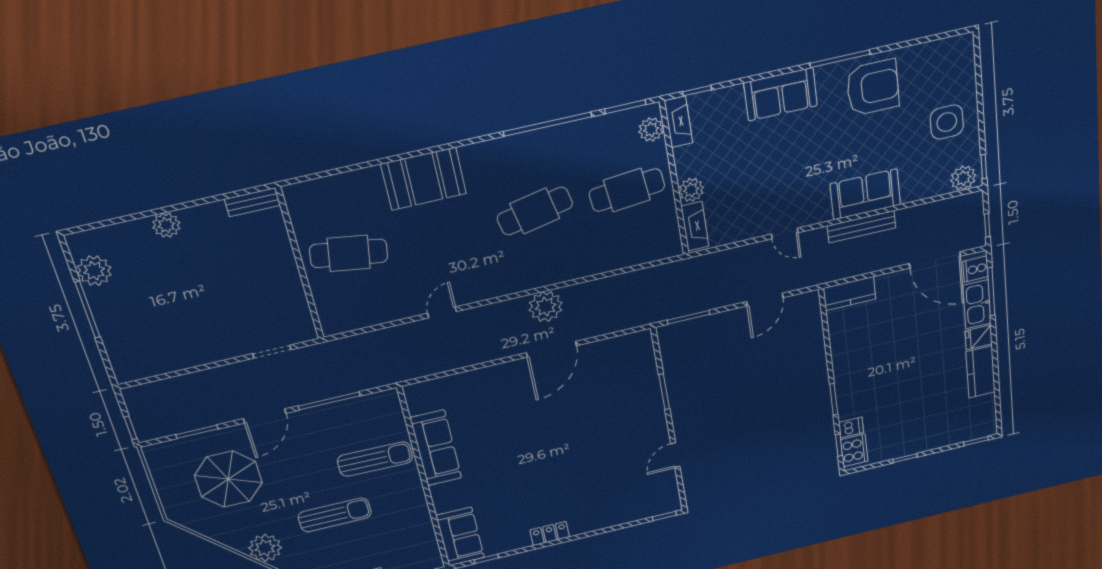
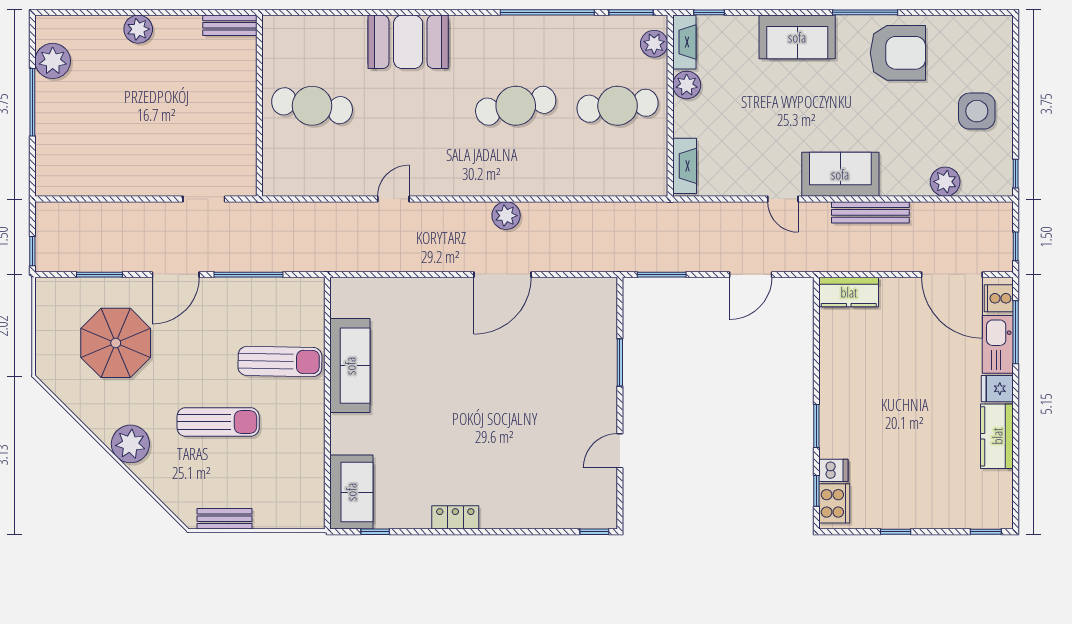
plant: (963, 178) -> (945, 182), moved
plant: (691, 190) -> (687, 85), moved
sofa: (865, 194) -> (840, 174), moved
plant: (546, 307) -> (506, 216), width x0.73, depth x0.73

